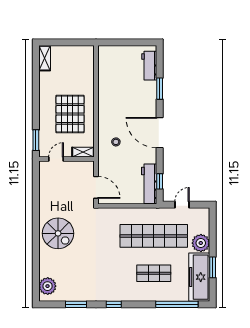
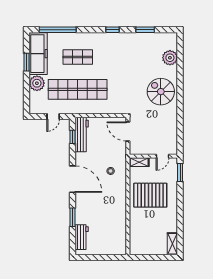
pallet: (70, 114) -> (150, 195), turned 90
plant: (48, 286) -> (170, 58), moved

